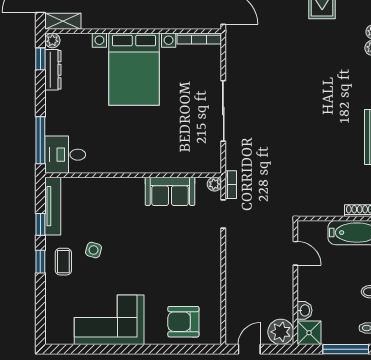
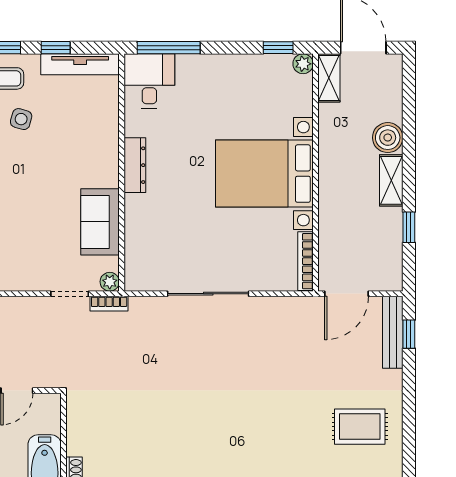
dresser: (53, 70) -> (135, 165), moved, turned -90

